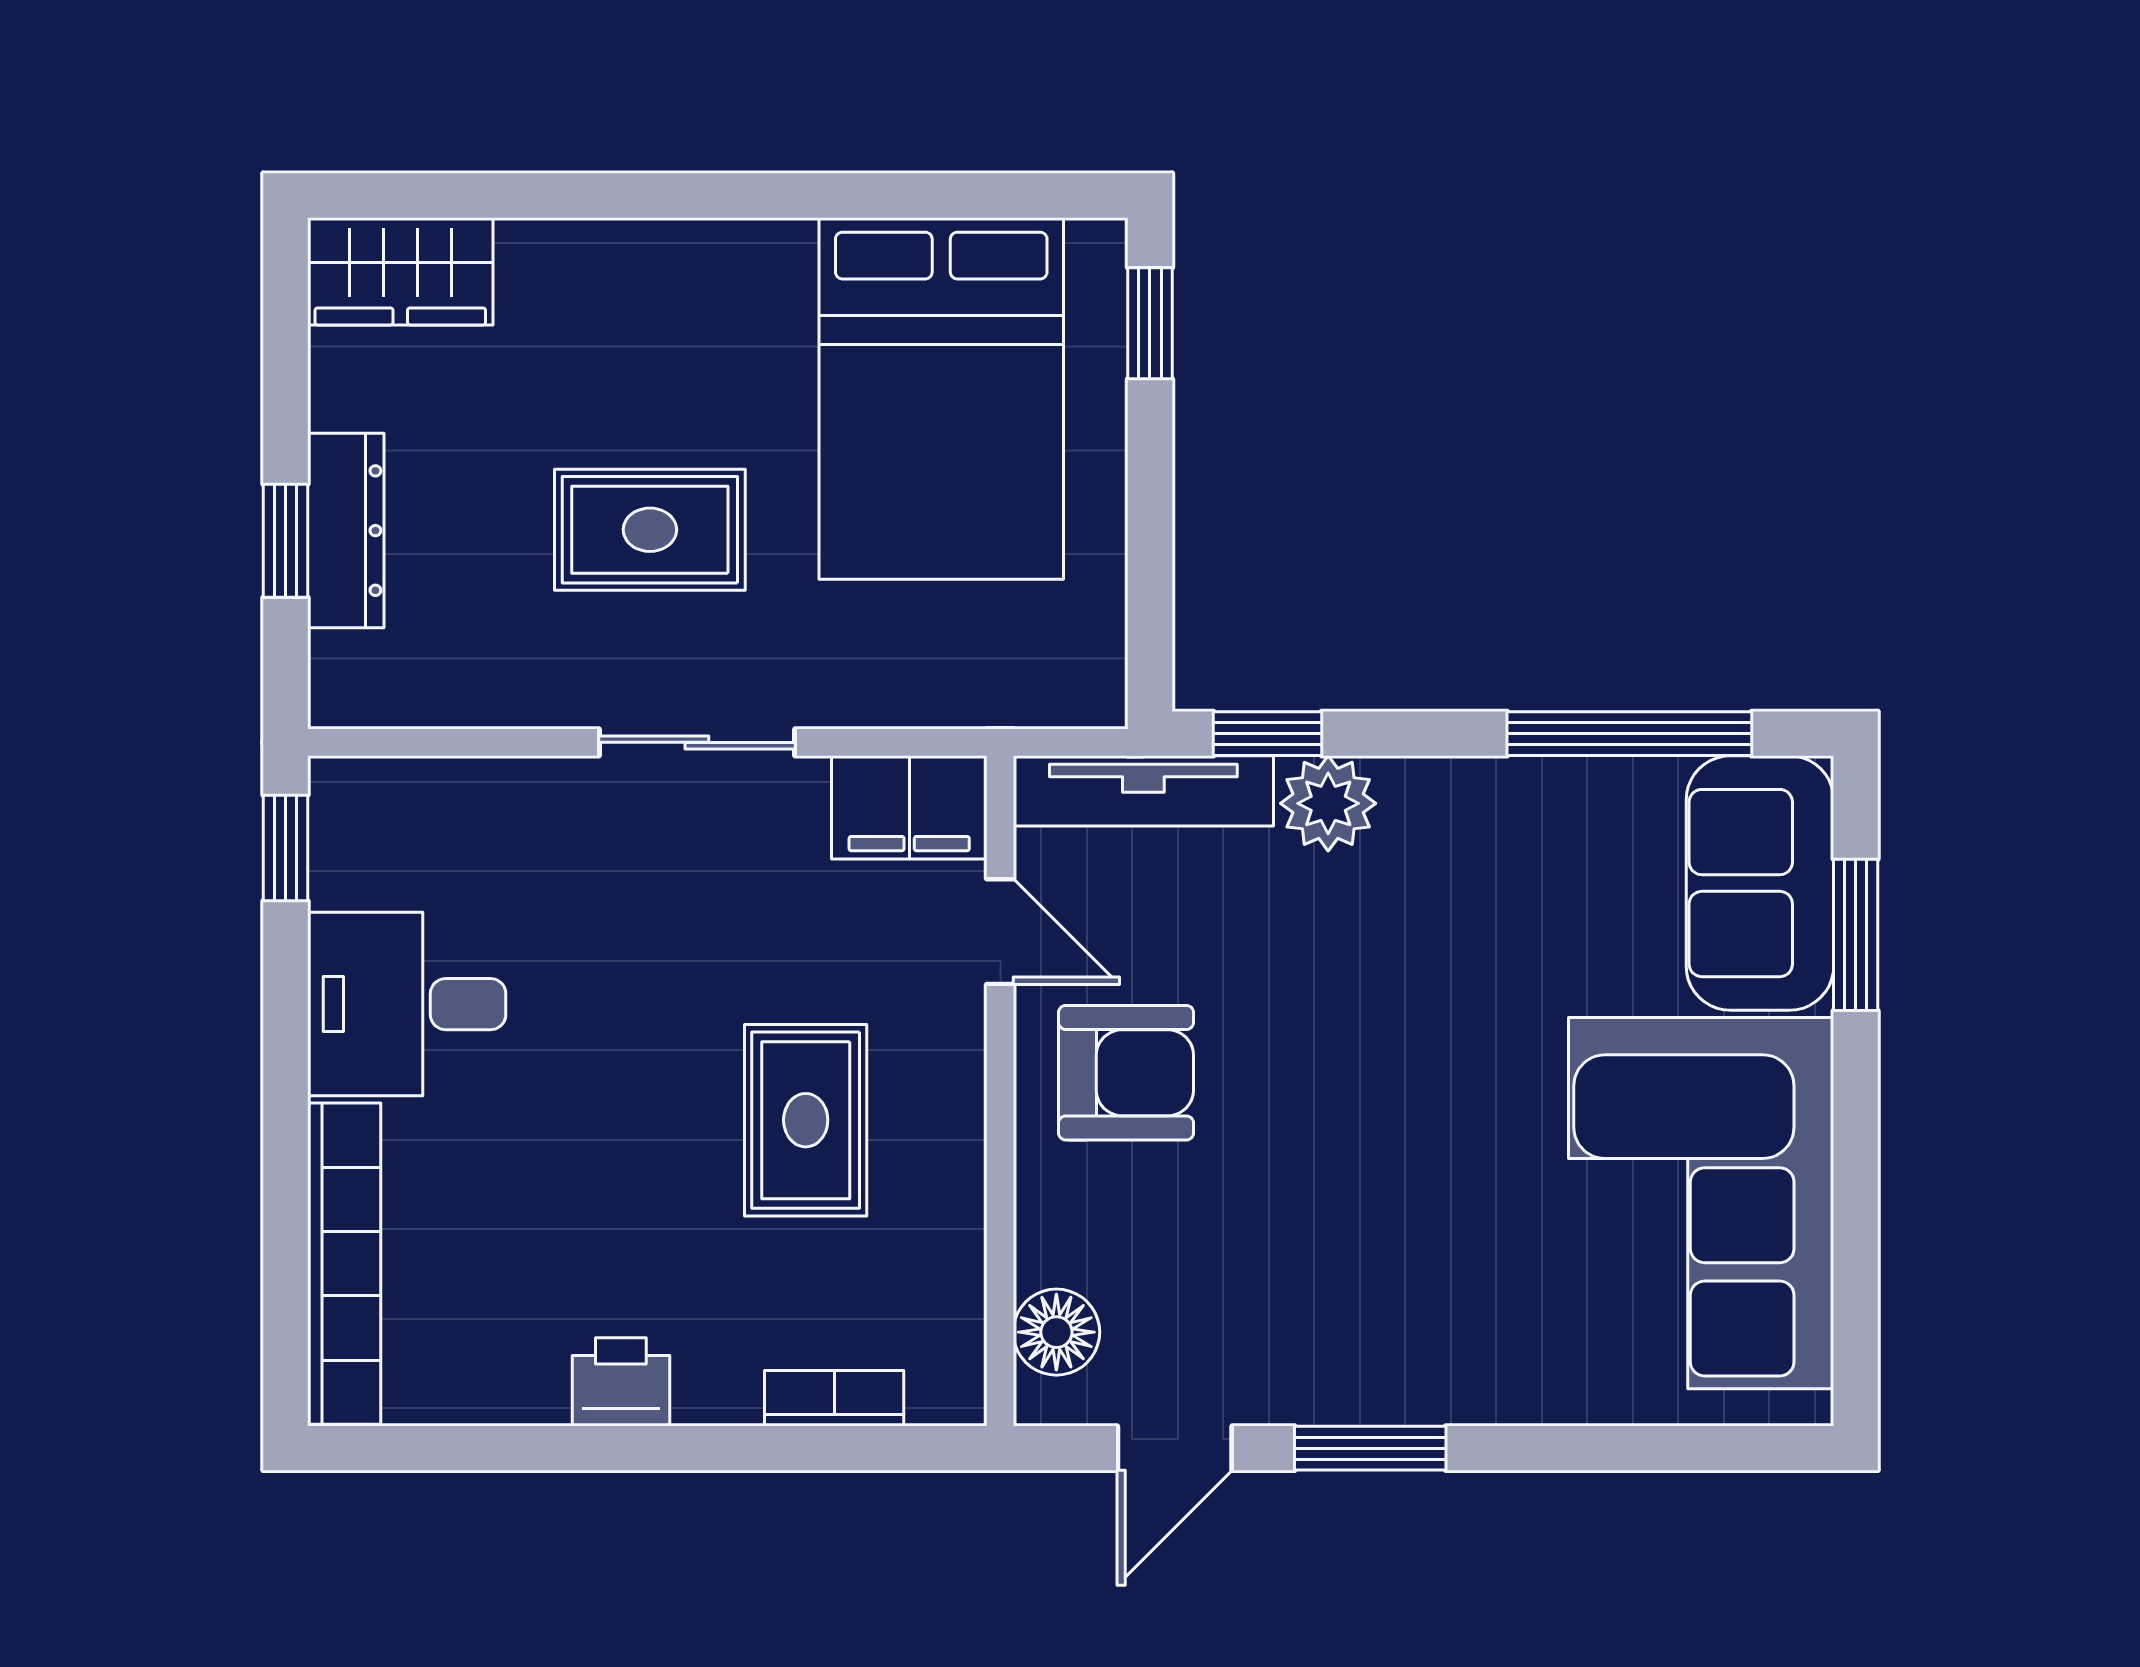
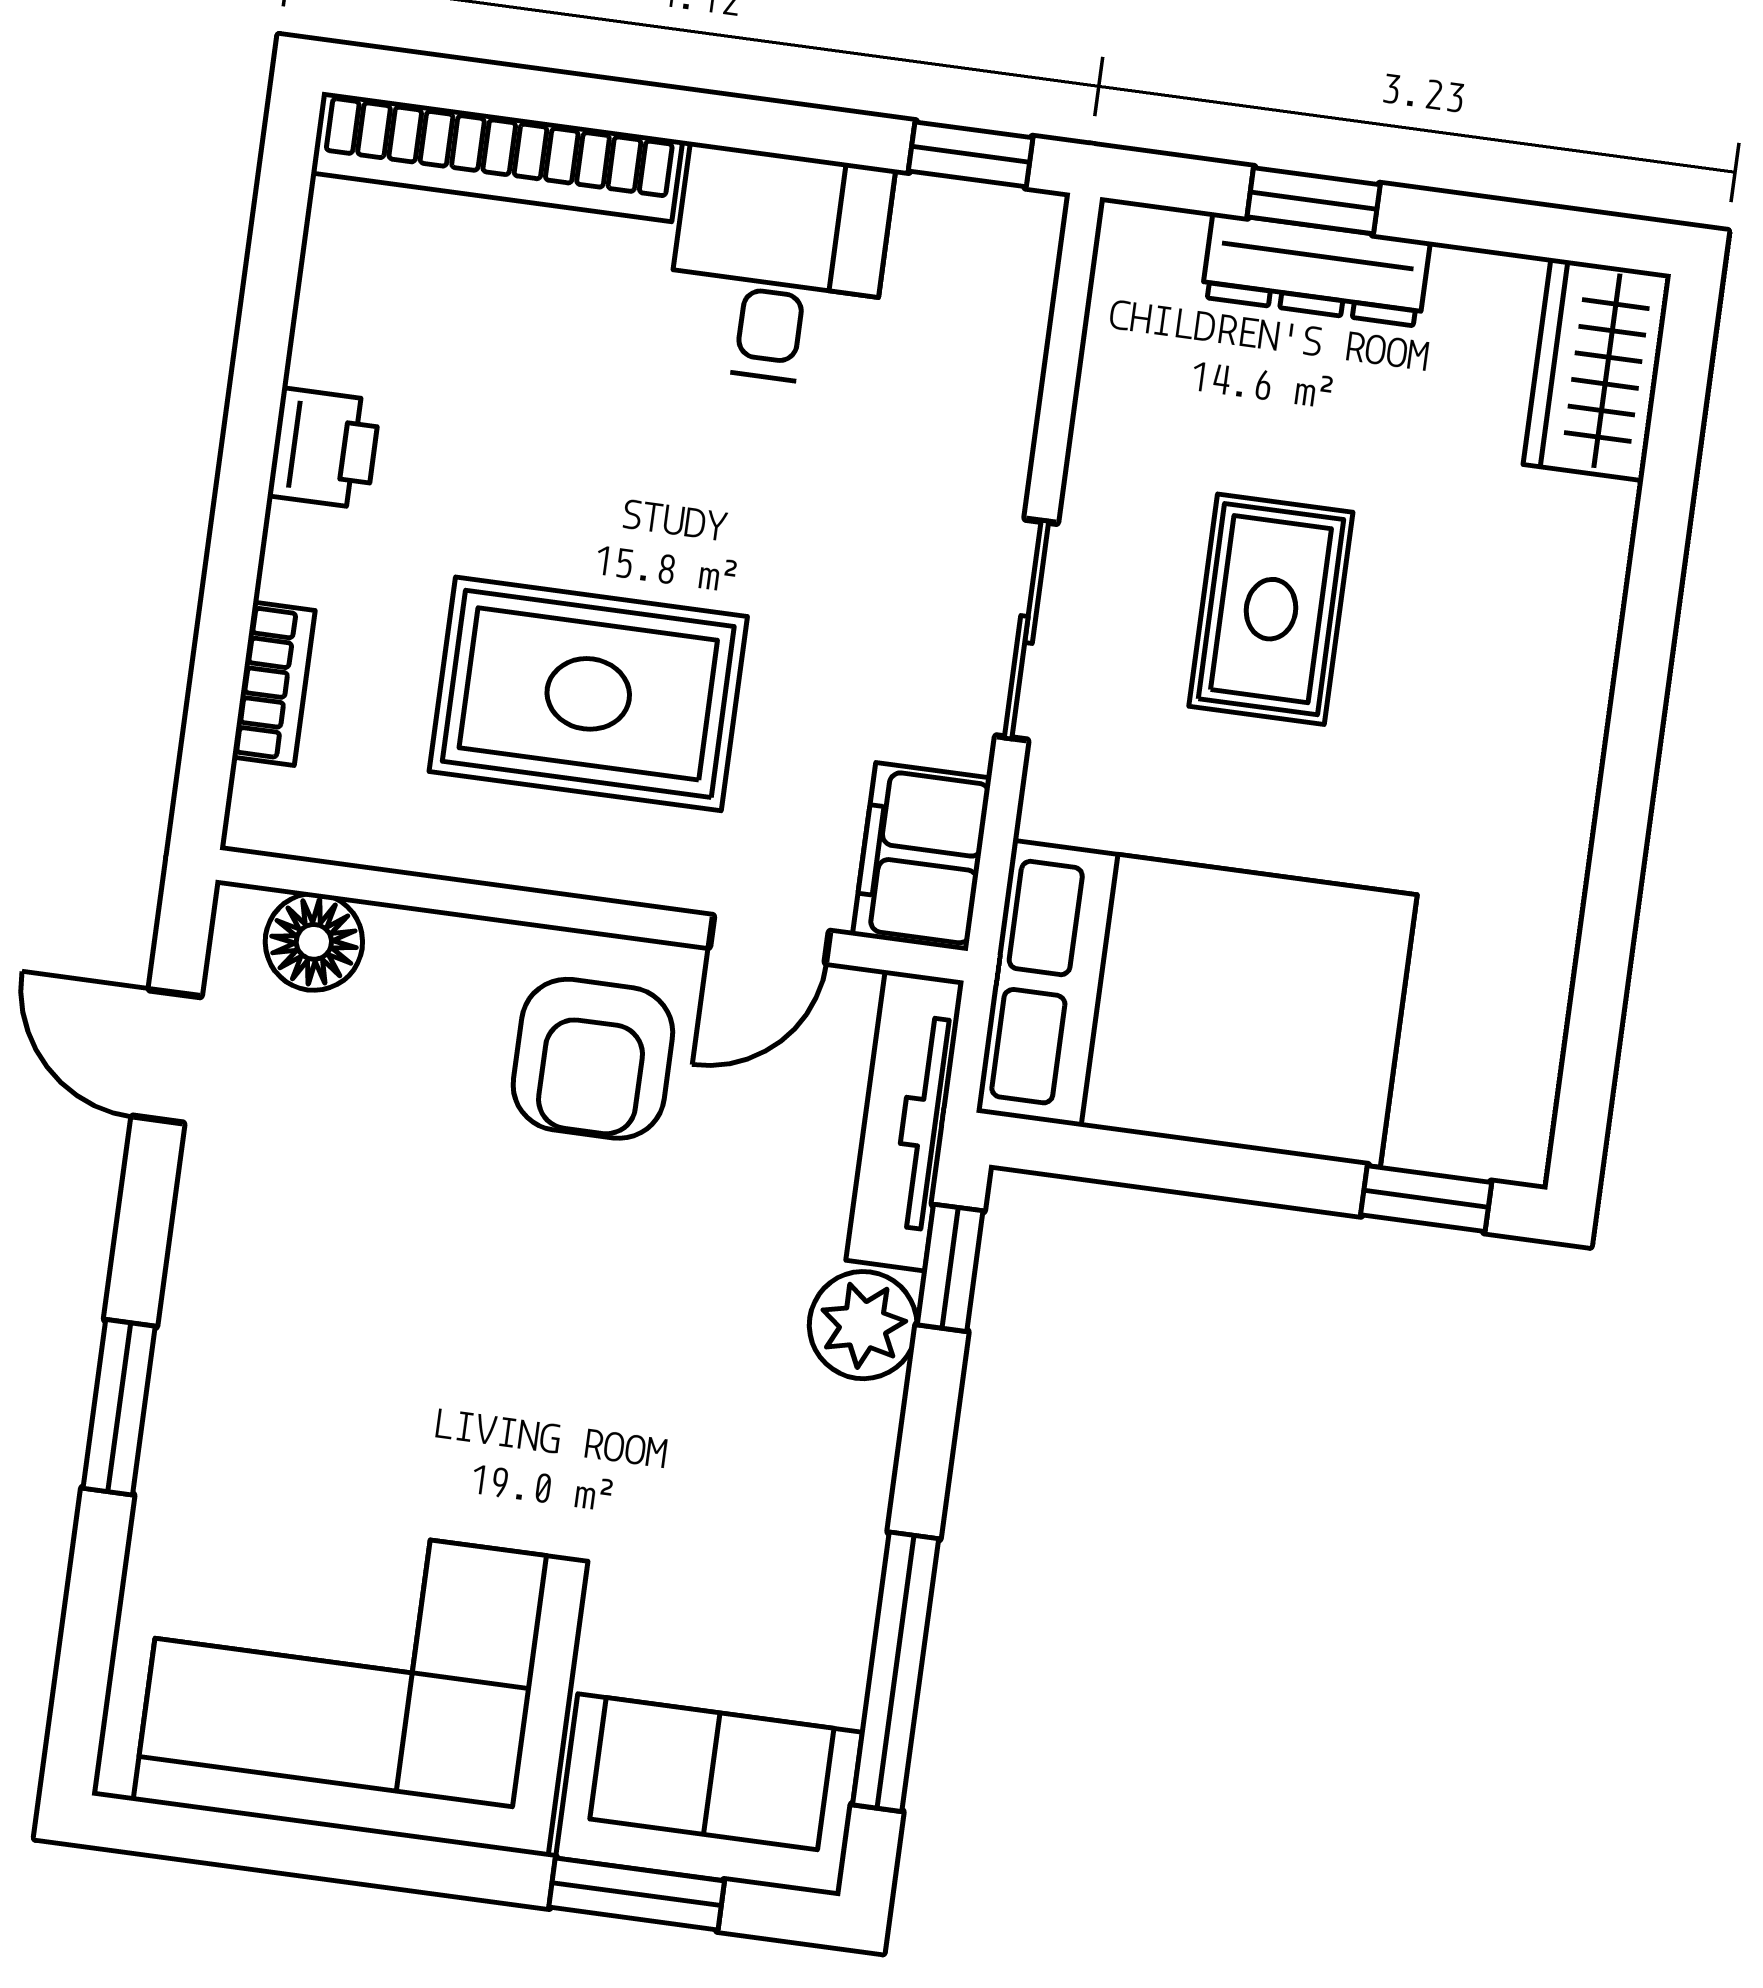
bed: (941, 399) -> (1197, 1004), moved, turned 180
rug: (806, 1120) -> (588, 694), width x1.36, depth x1.43
window: (1370, 1448) -> (119, 1407), moved

